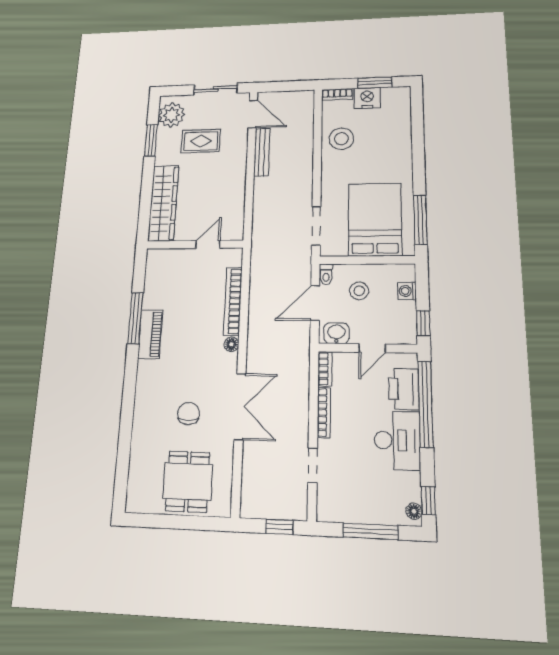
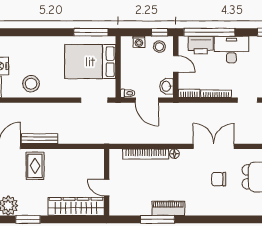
rug: (201, 141) -> (35, 166), moved
door: (208, 244) -> (107, 188), moved
stool: (359, 291) -> (159, 47), moved

